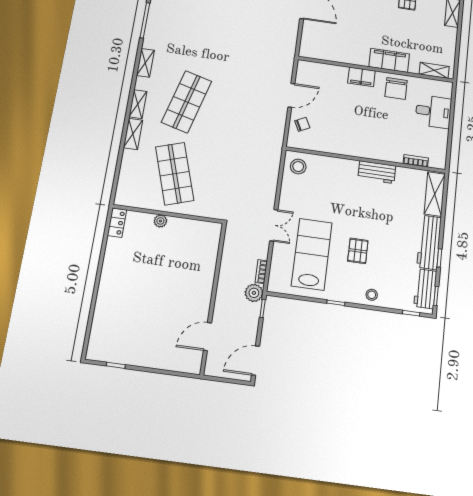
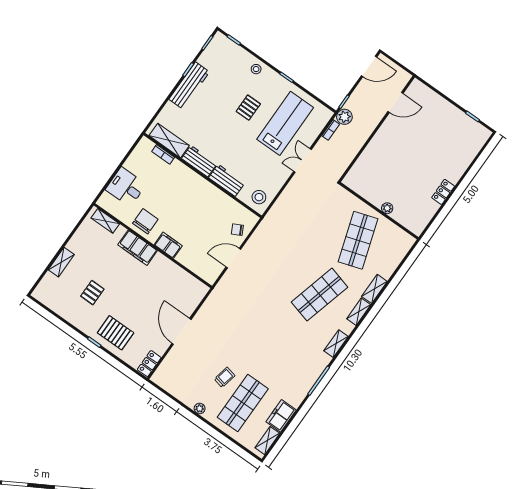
shelving: (435, 194) -> (169, 141), moved, turned 90
locker: (117, 223) -> (443, 192), moved
lab bench: (312, 254) -> (285, 123), turned 180
workbench: (425, 289) -> (227, 180), moved, turned -90

